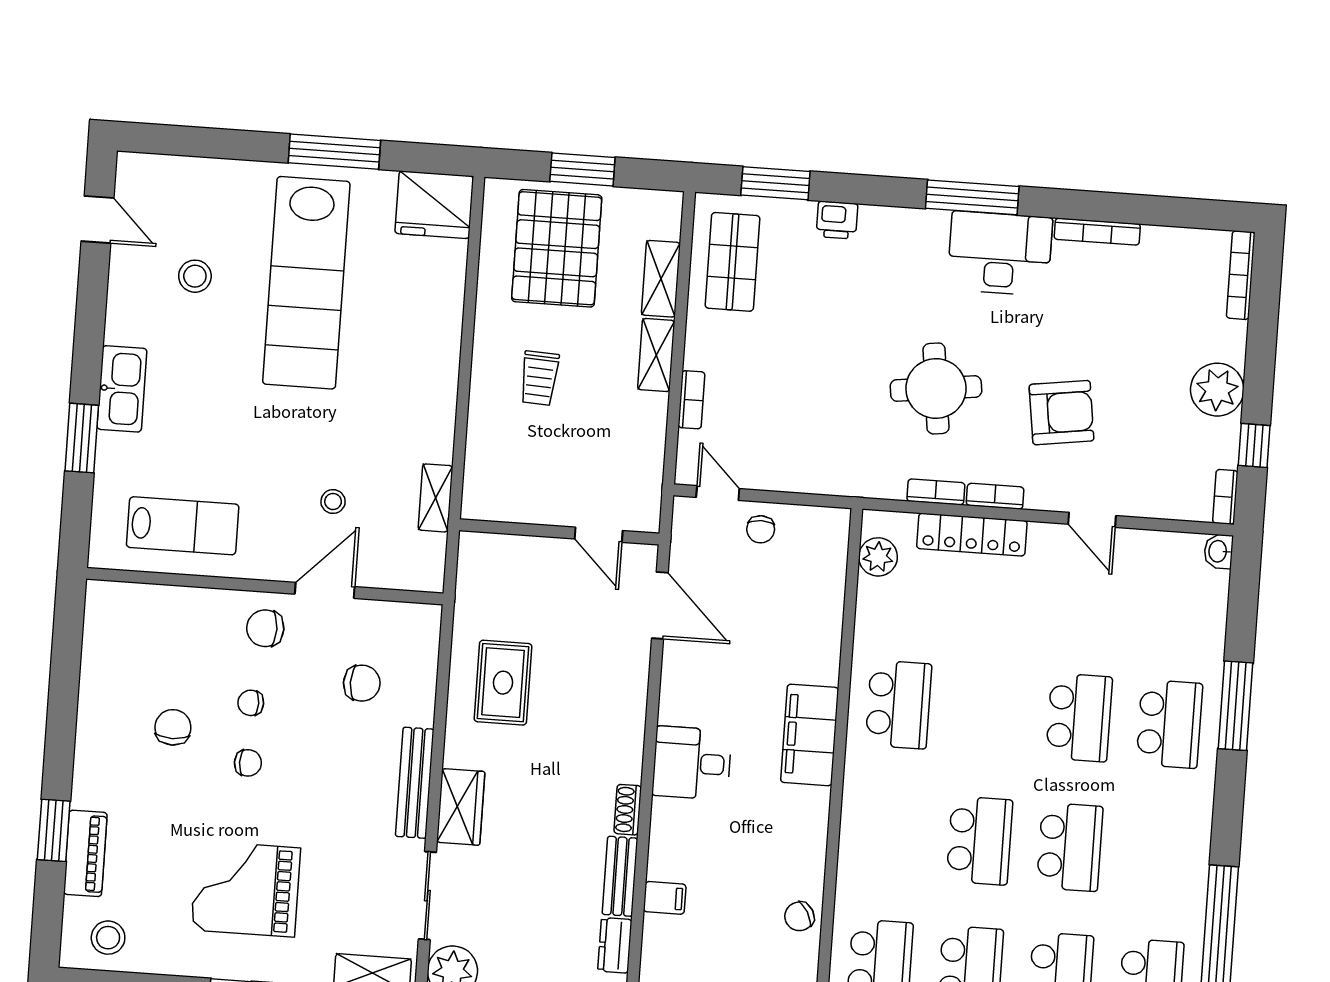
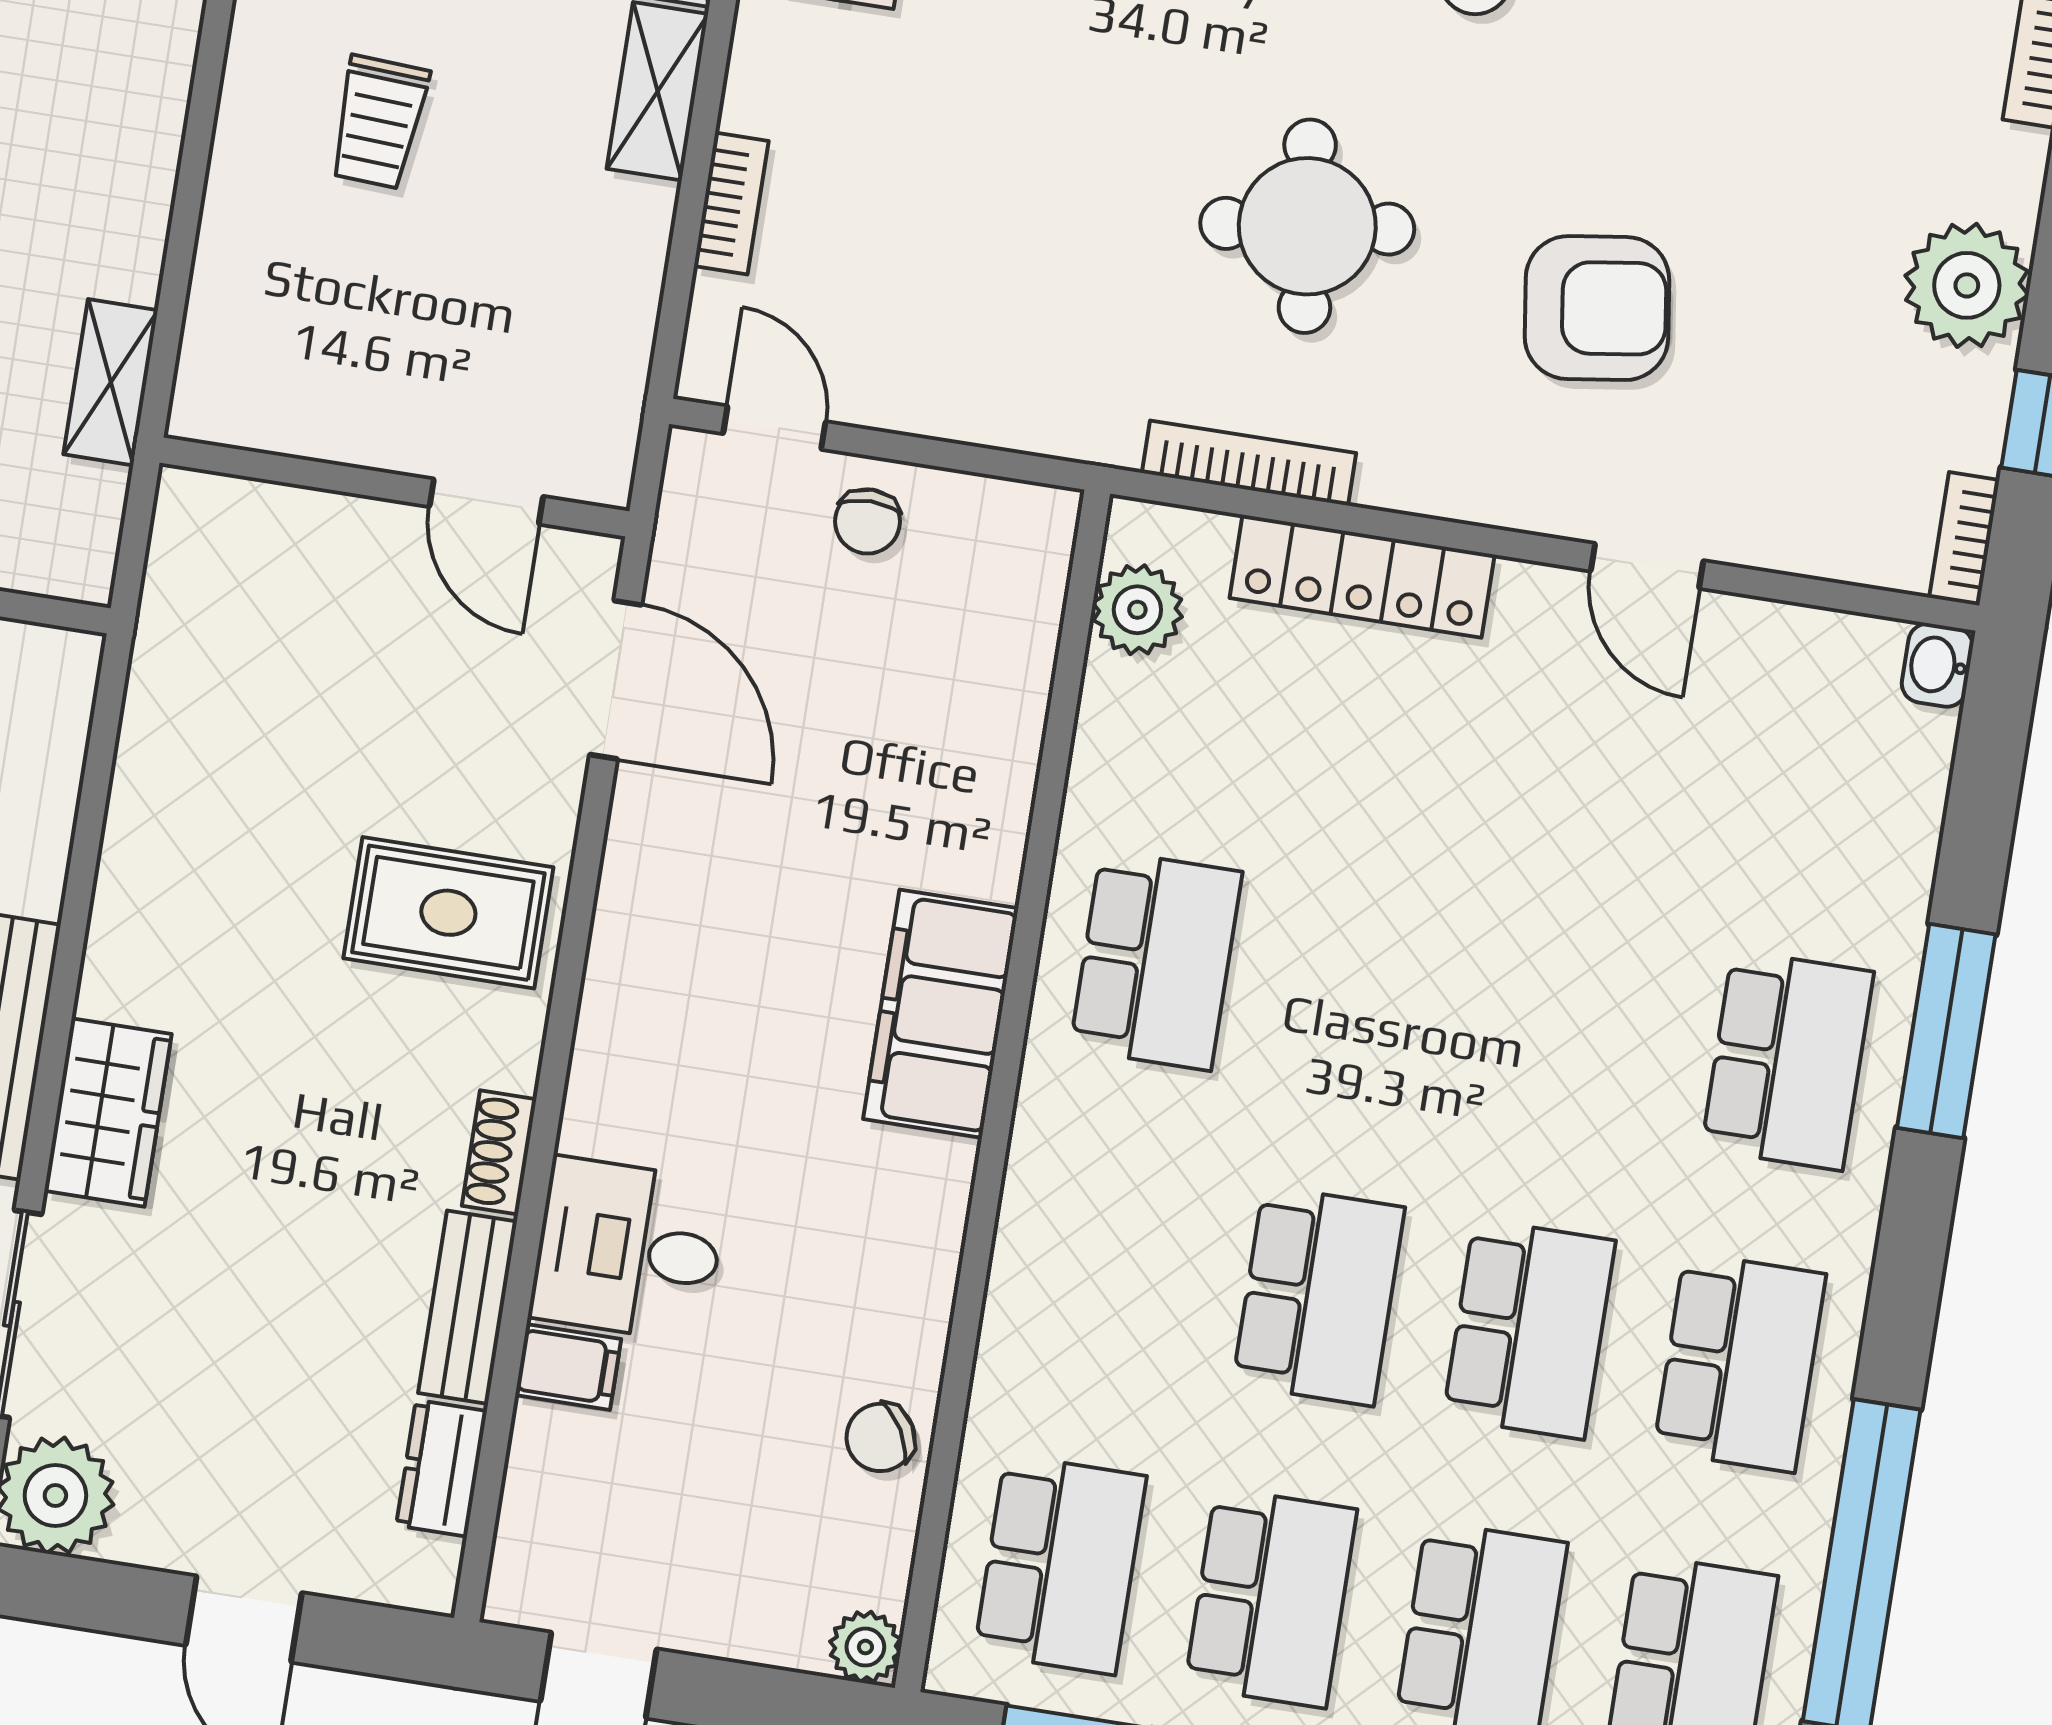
bookcase: (936, 492) -> (1249, 463), width x1.56
bookcase: (995, 496) -> (1424, 491), removed
rug: (503, 683) -> (448, 913), moved, turned 90
school desk: (1079, 717) -> (1740, 1362), moved
desk: (692, 763) -> (628, 1250), moved

